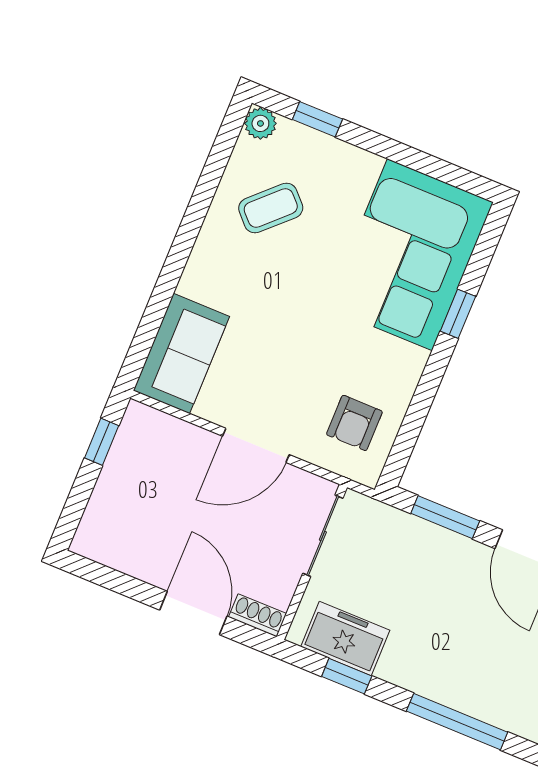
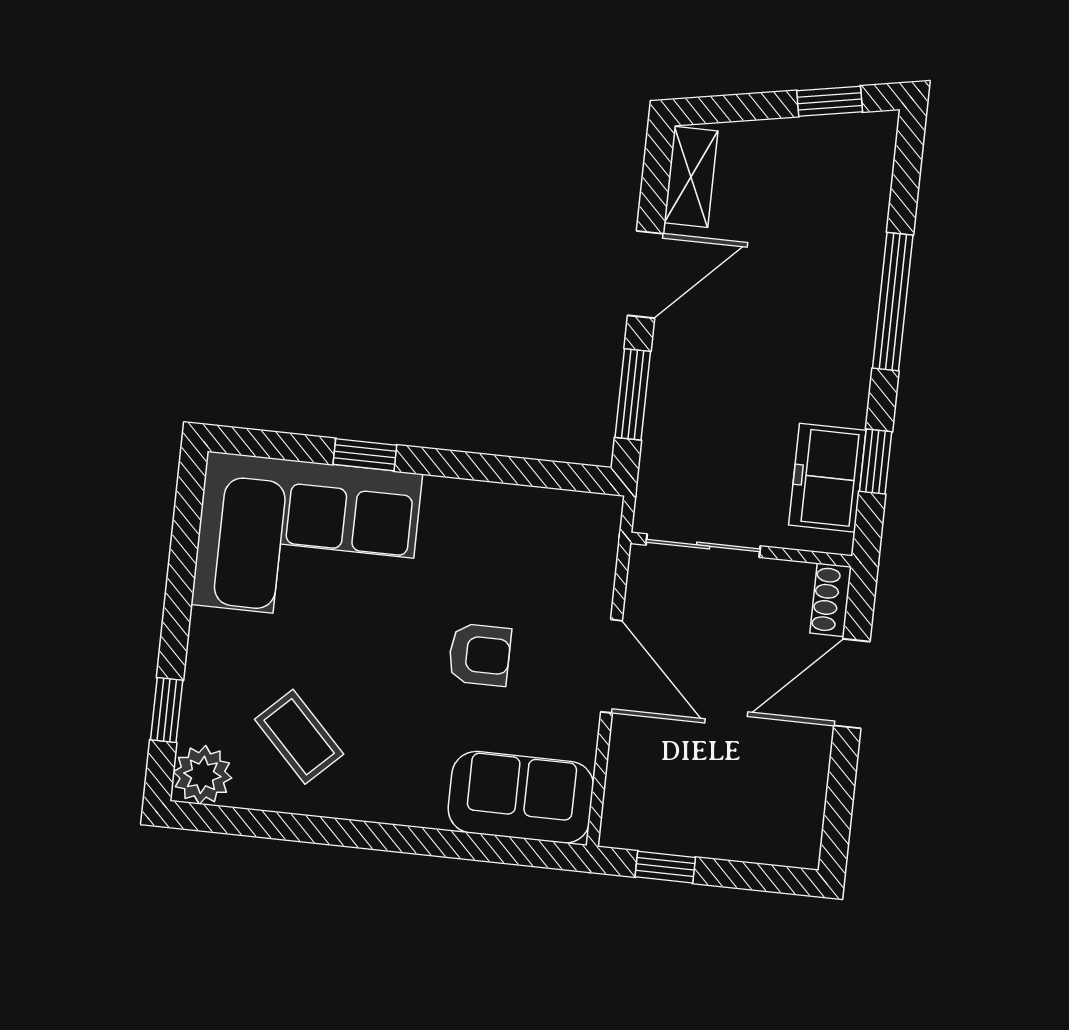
plant: (260, 123) -> (202, 775), width x1.38, depth x1.38
armchair: (354, 423) -> (480, 655), moved

